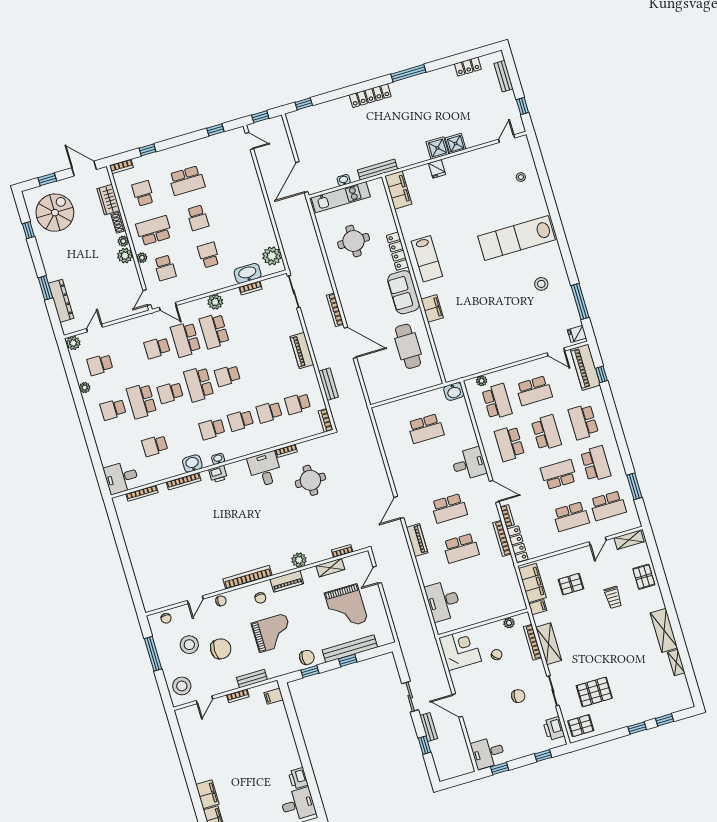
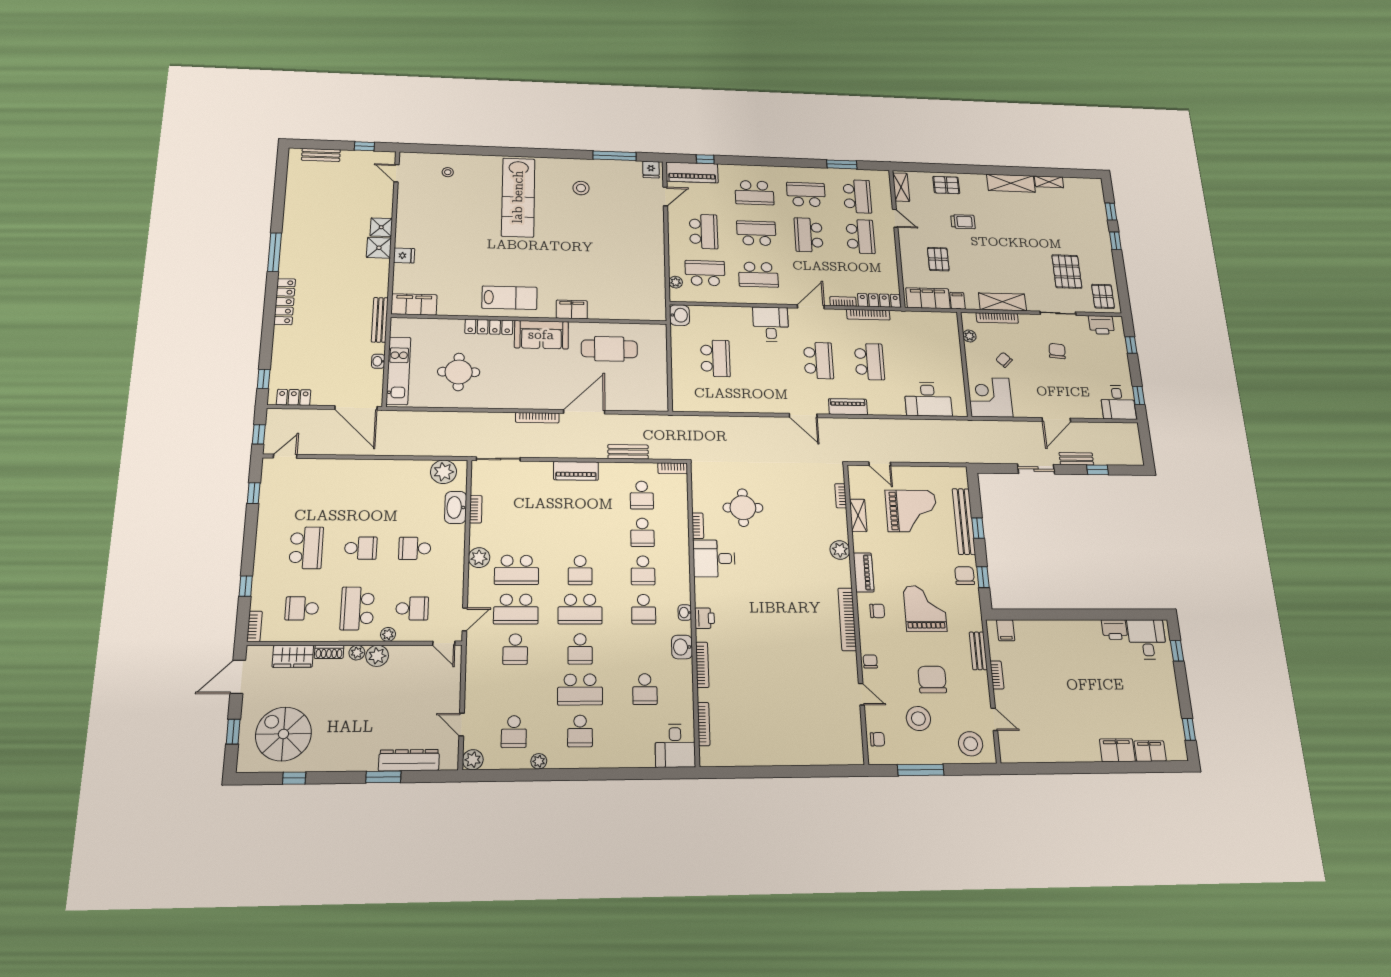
locker: (468, 67) -> (294, 397), moved, turned -90

